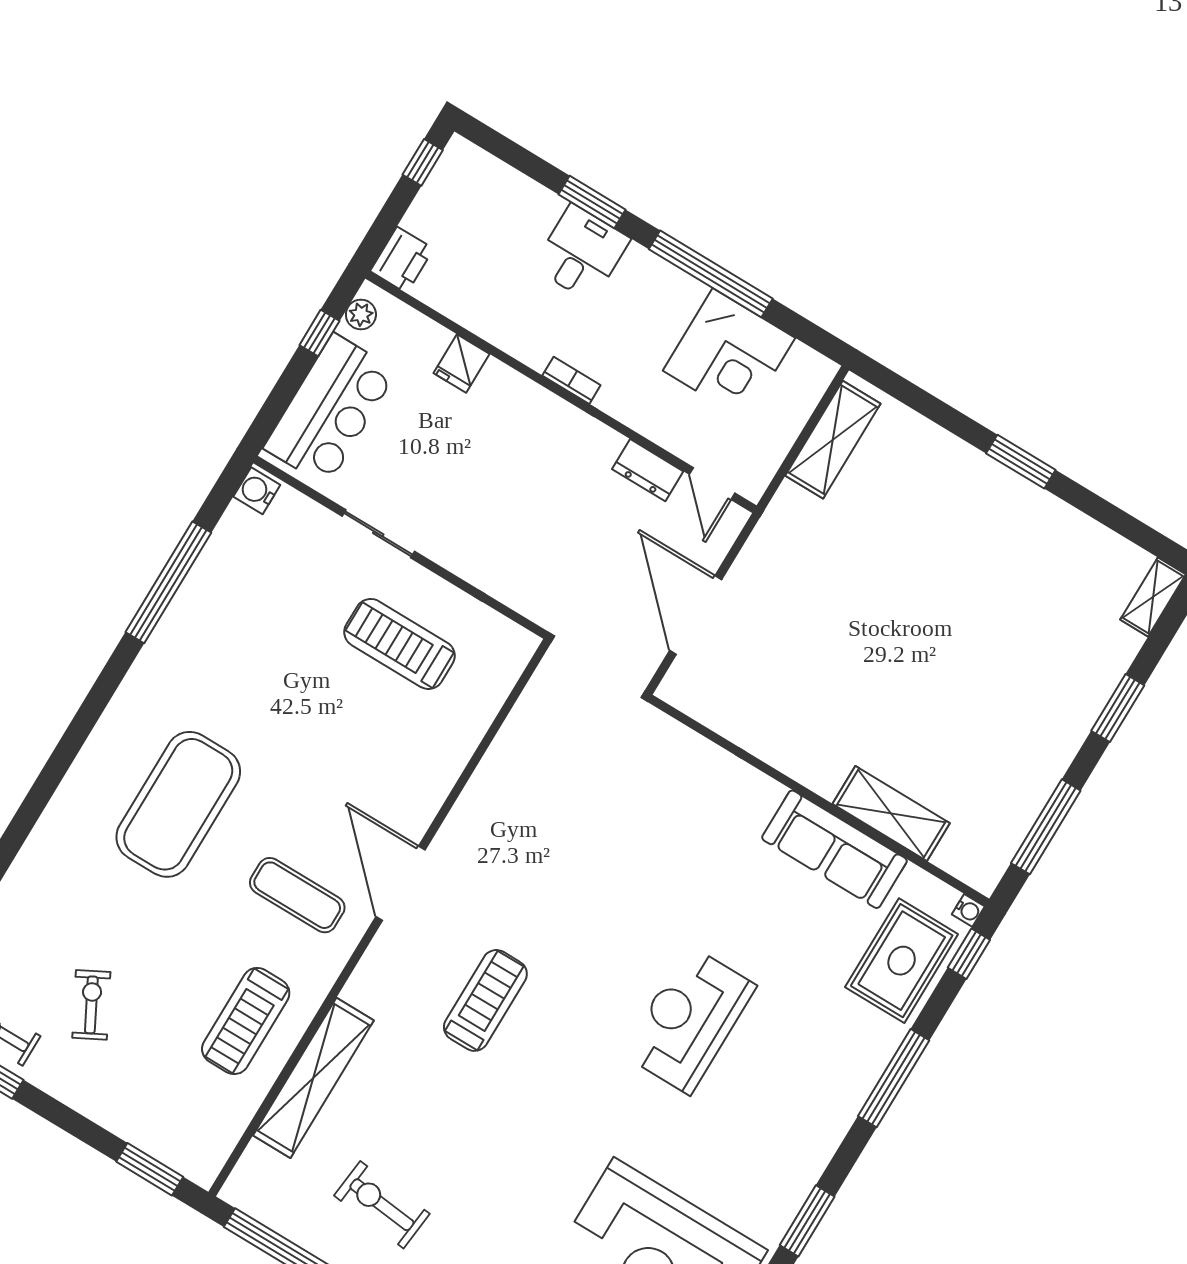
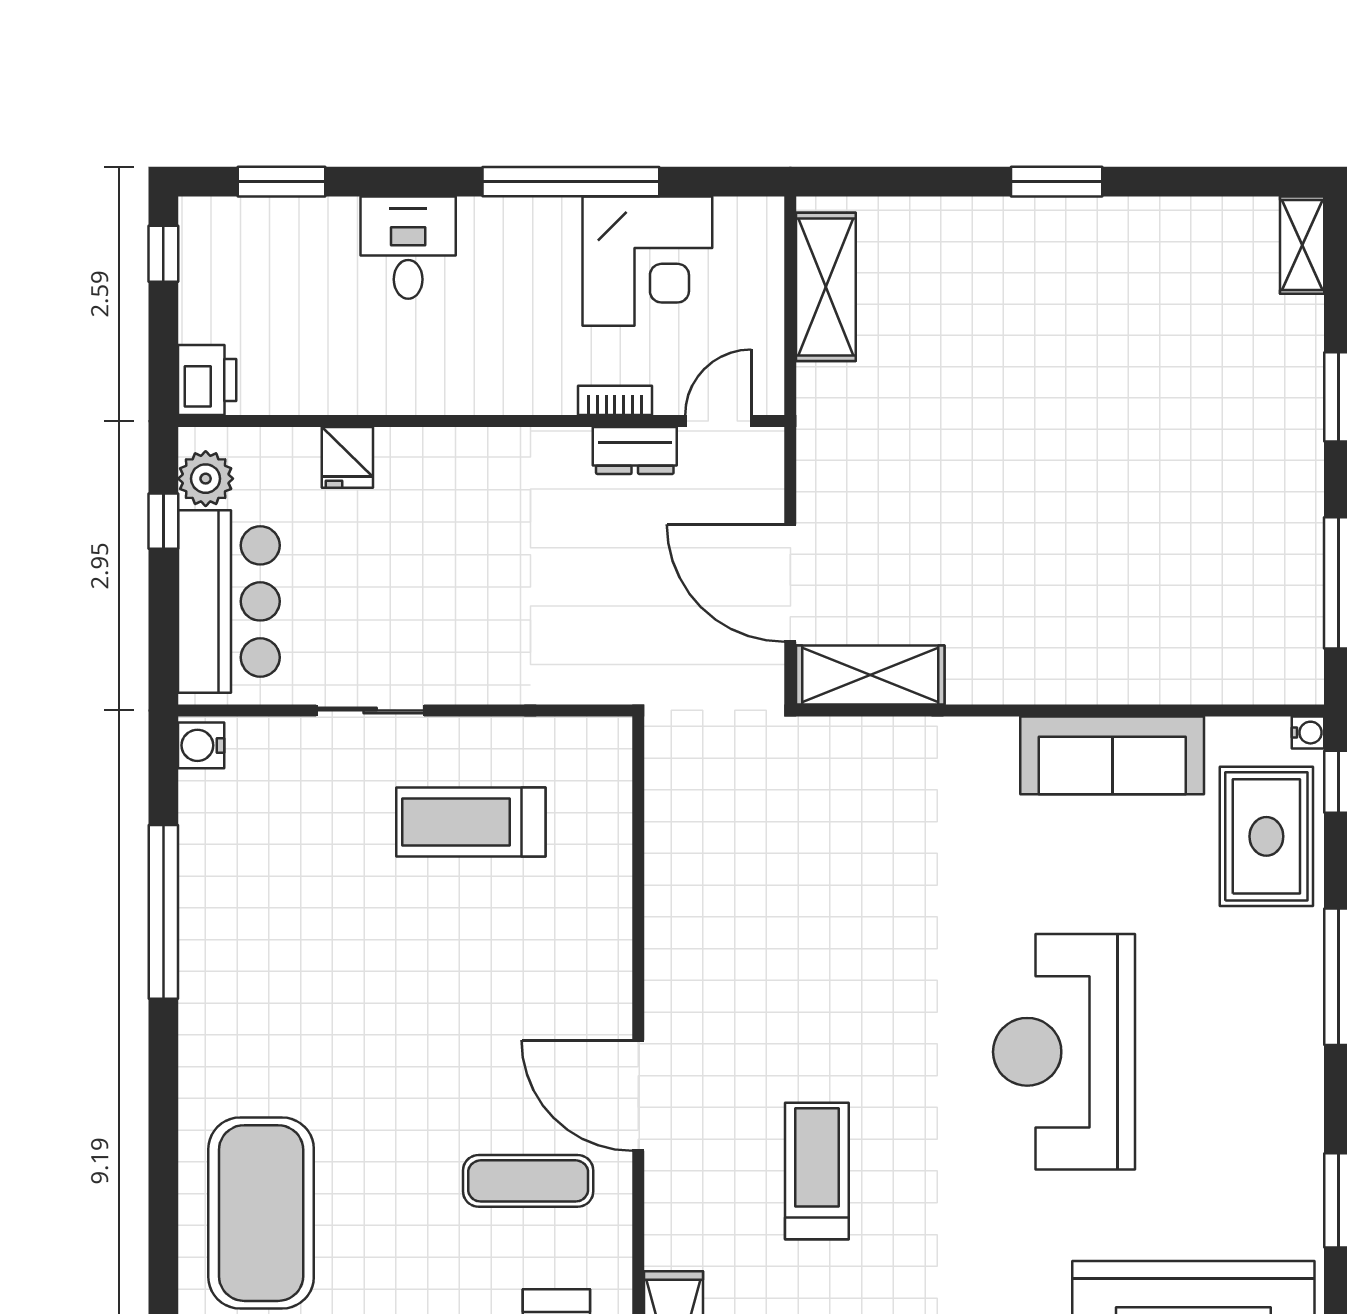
window: (592, 202) -> (282, 182), moved
plant: (361, 315) -> (206, 479), width x1.38, depth x1.38
bookcase: (571, 380) -> (615, 400), moved
door: (712, 484) -> (718, 421), swing flipped
exercise mat: (178, 804) -> (261, 1213), moved
shelving: (891, 813) -> (870, 675), moved
reception desk: (689, 1020) -> (1064, 1052), width x1.36, depth x1.30

